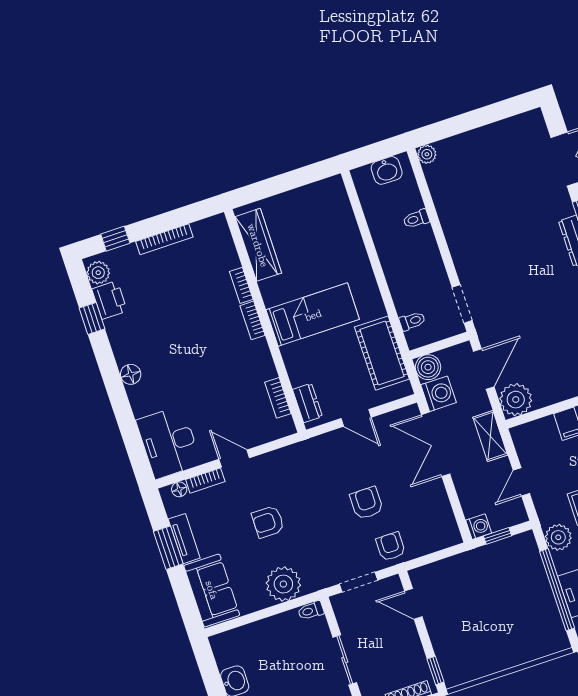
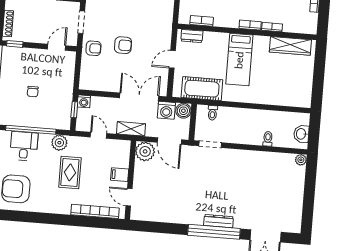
chair: (497, 612) -> (33, 92), added

